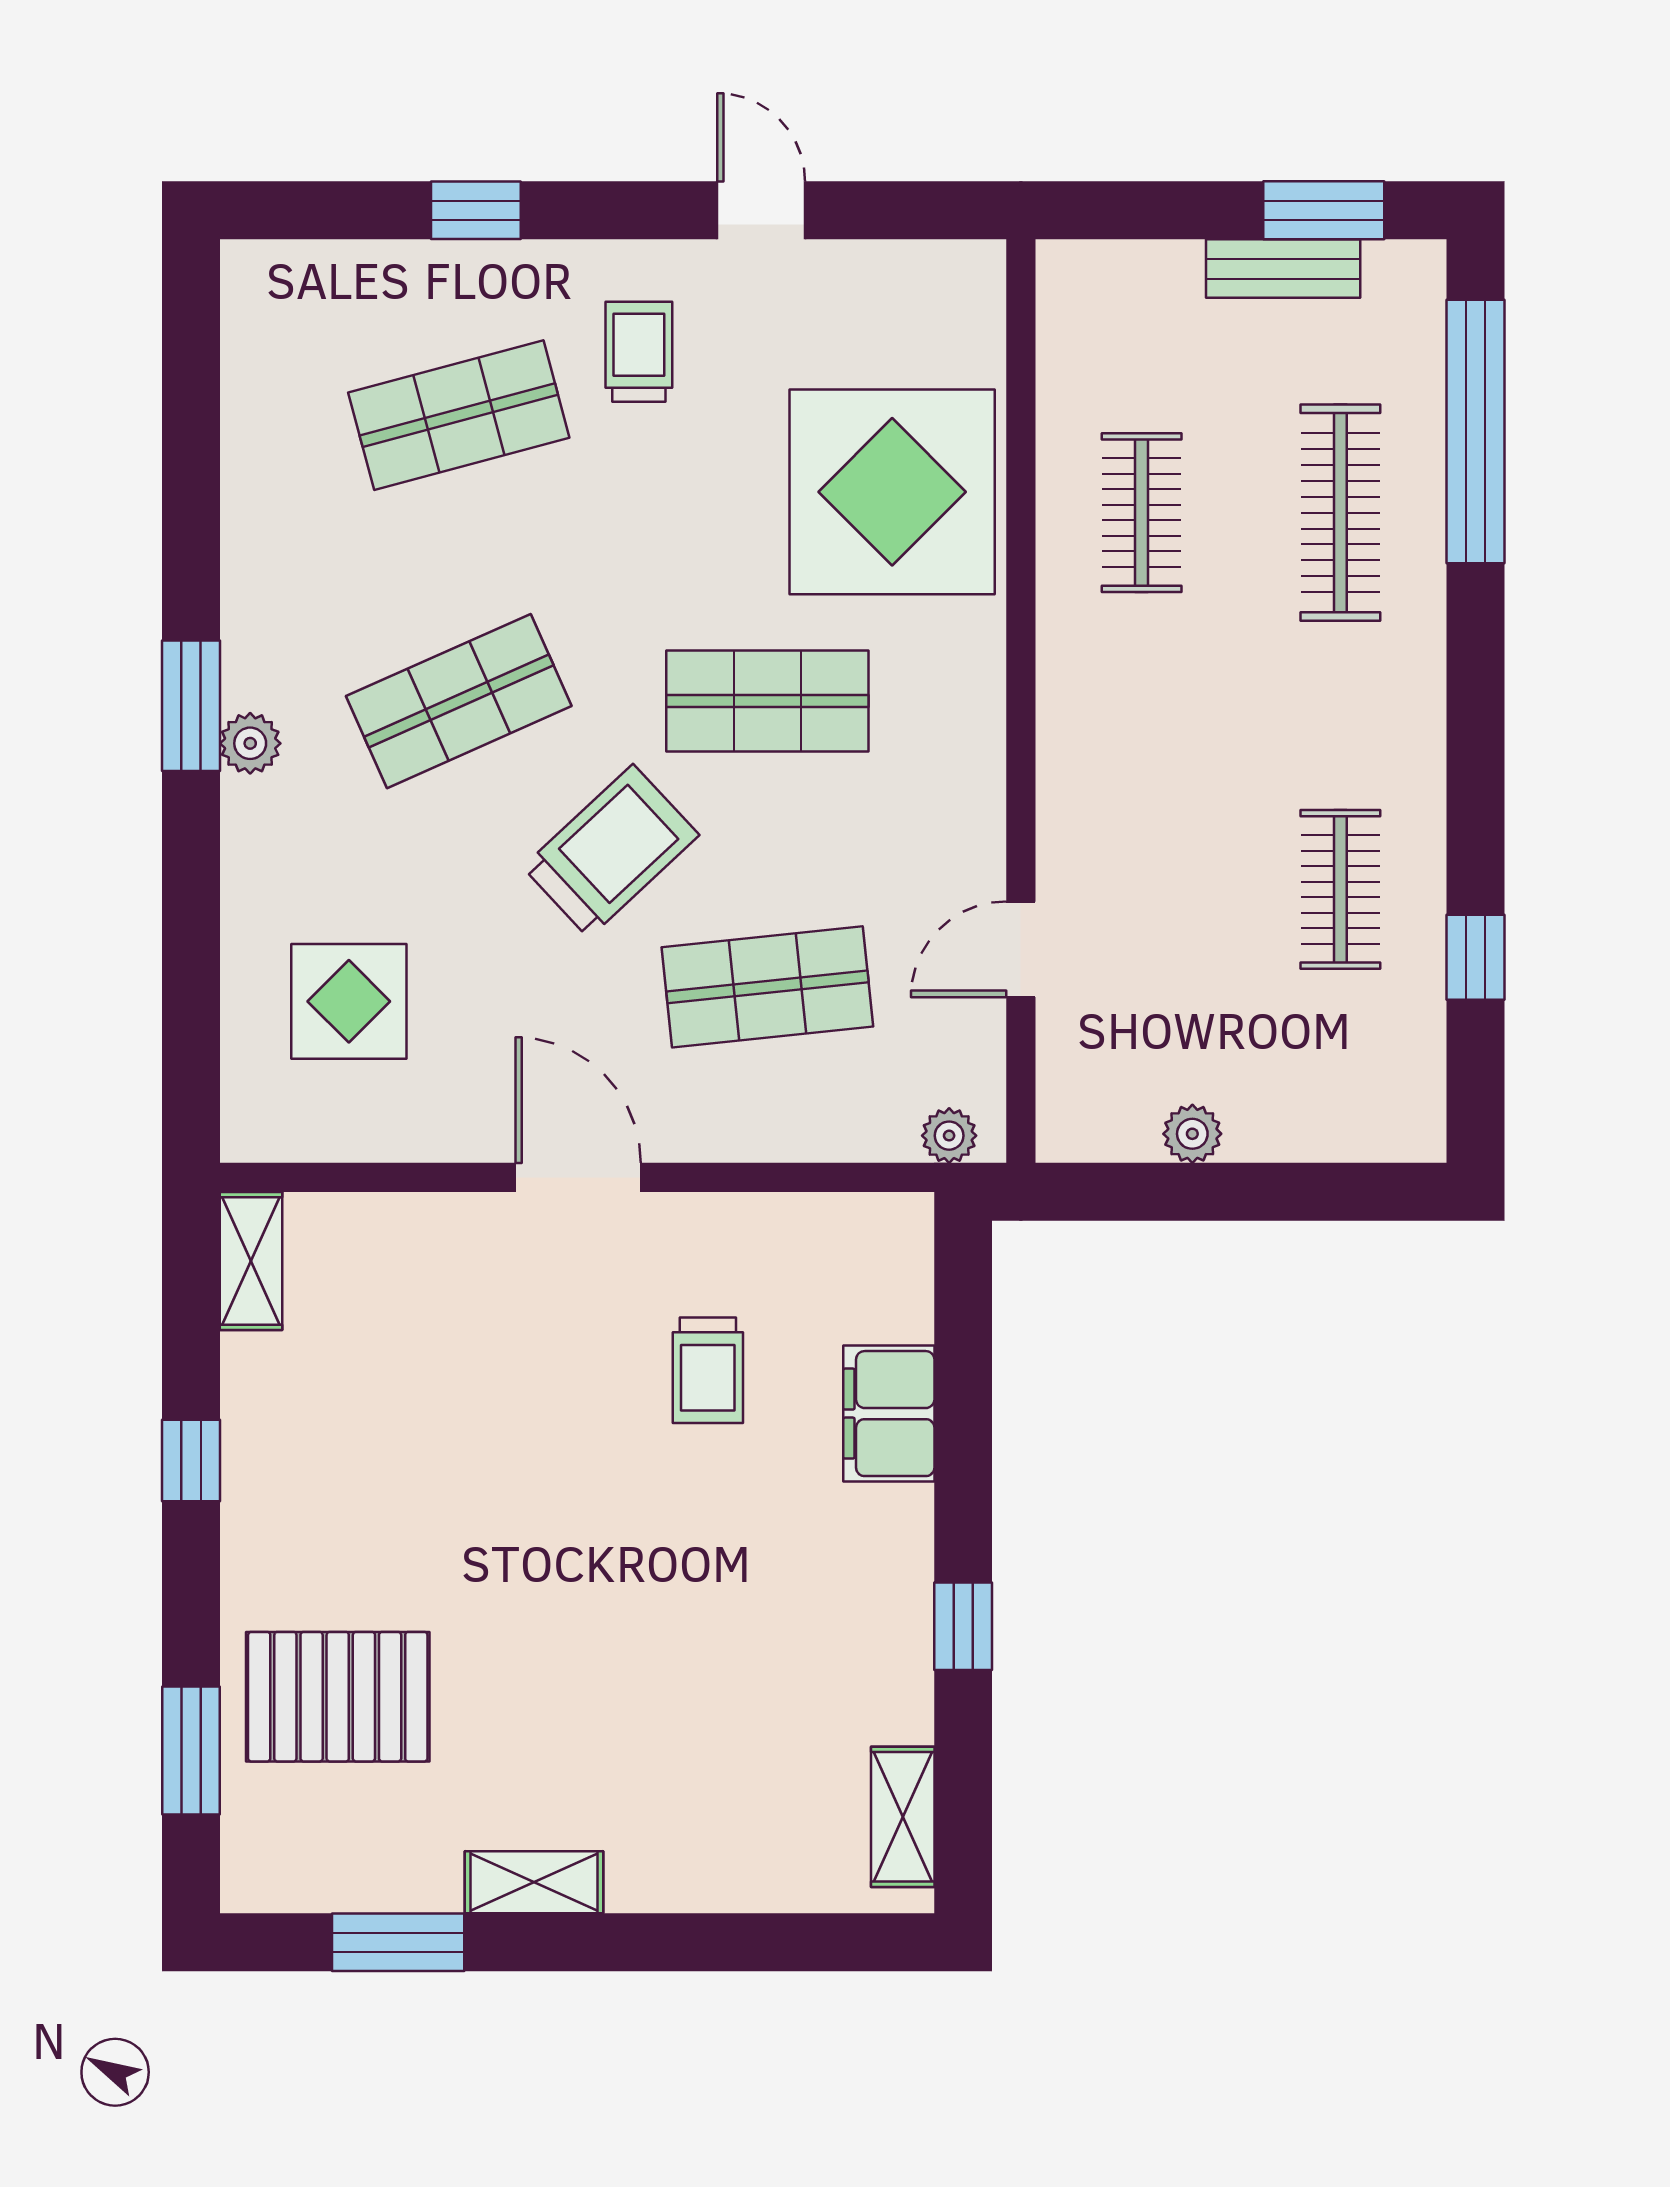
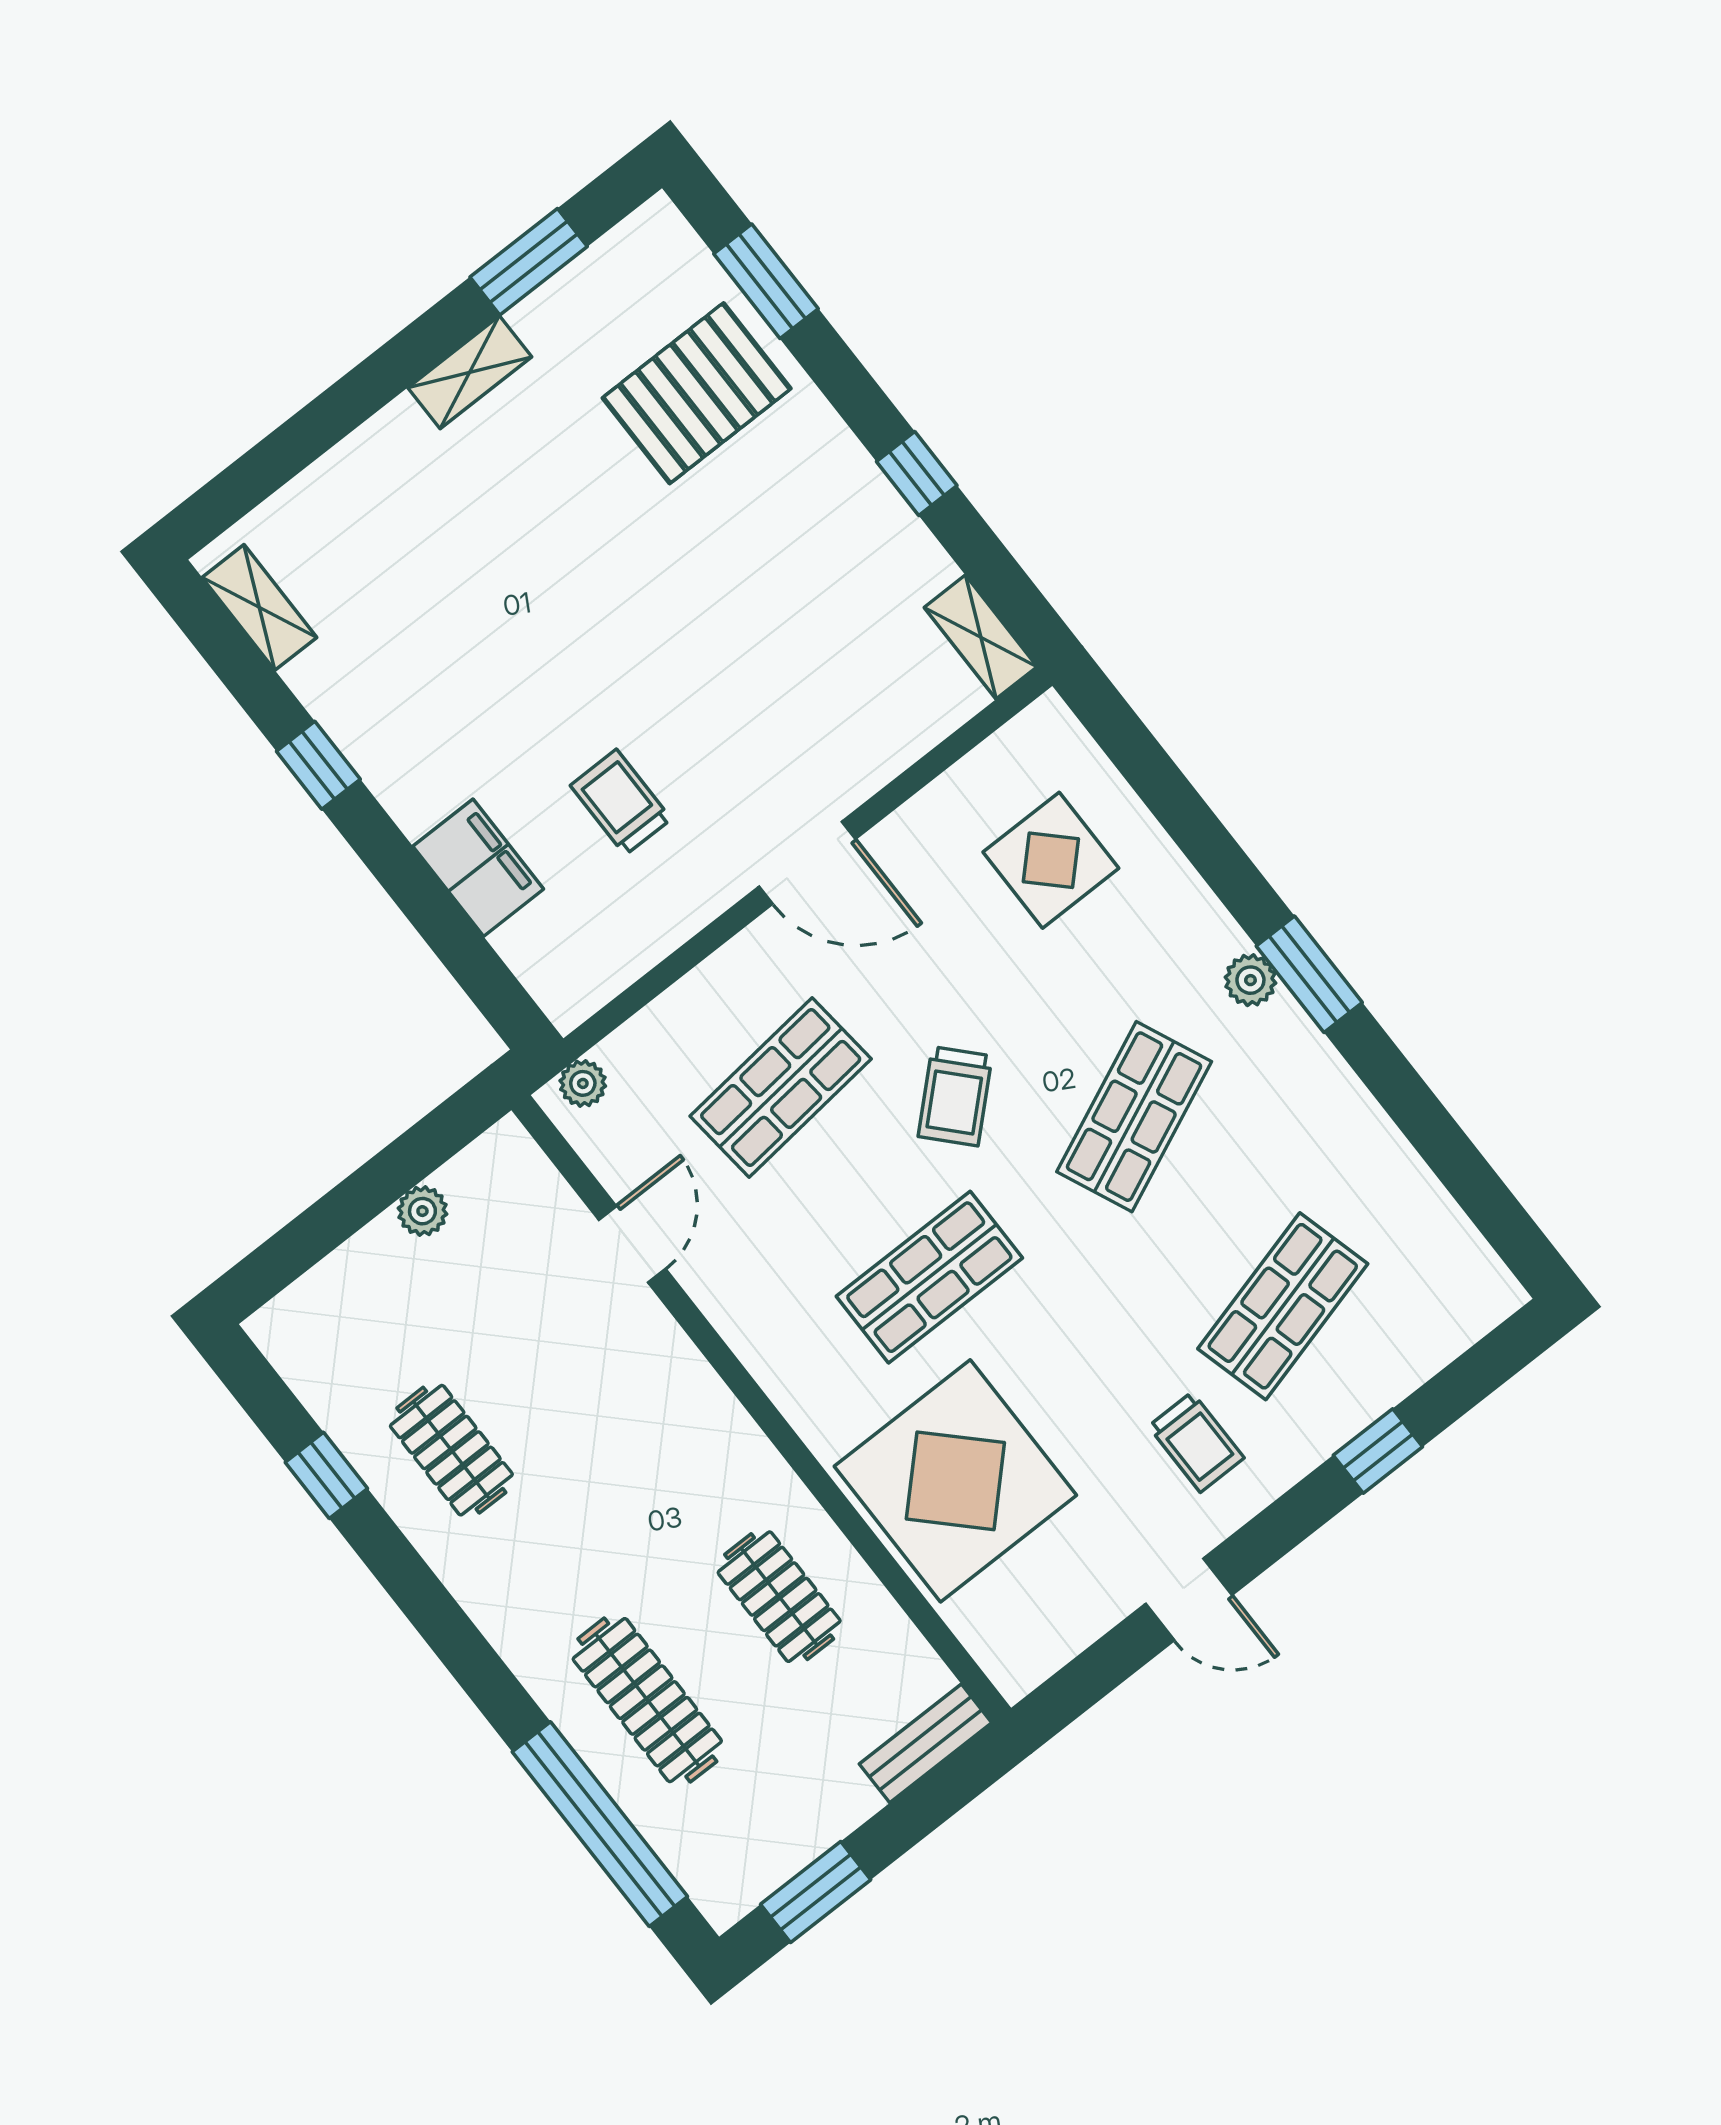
bench: (1283, 269) -> (926, 1743), moved
trolley: (611, 851) -> (955, 1096), width x0.73, depth x0.72

